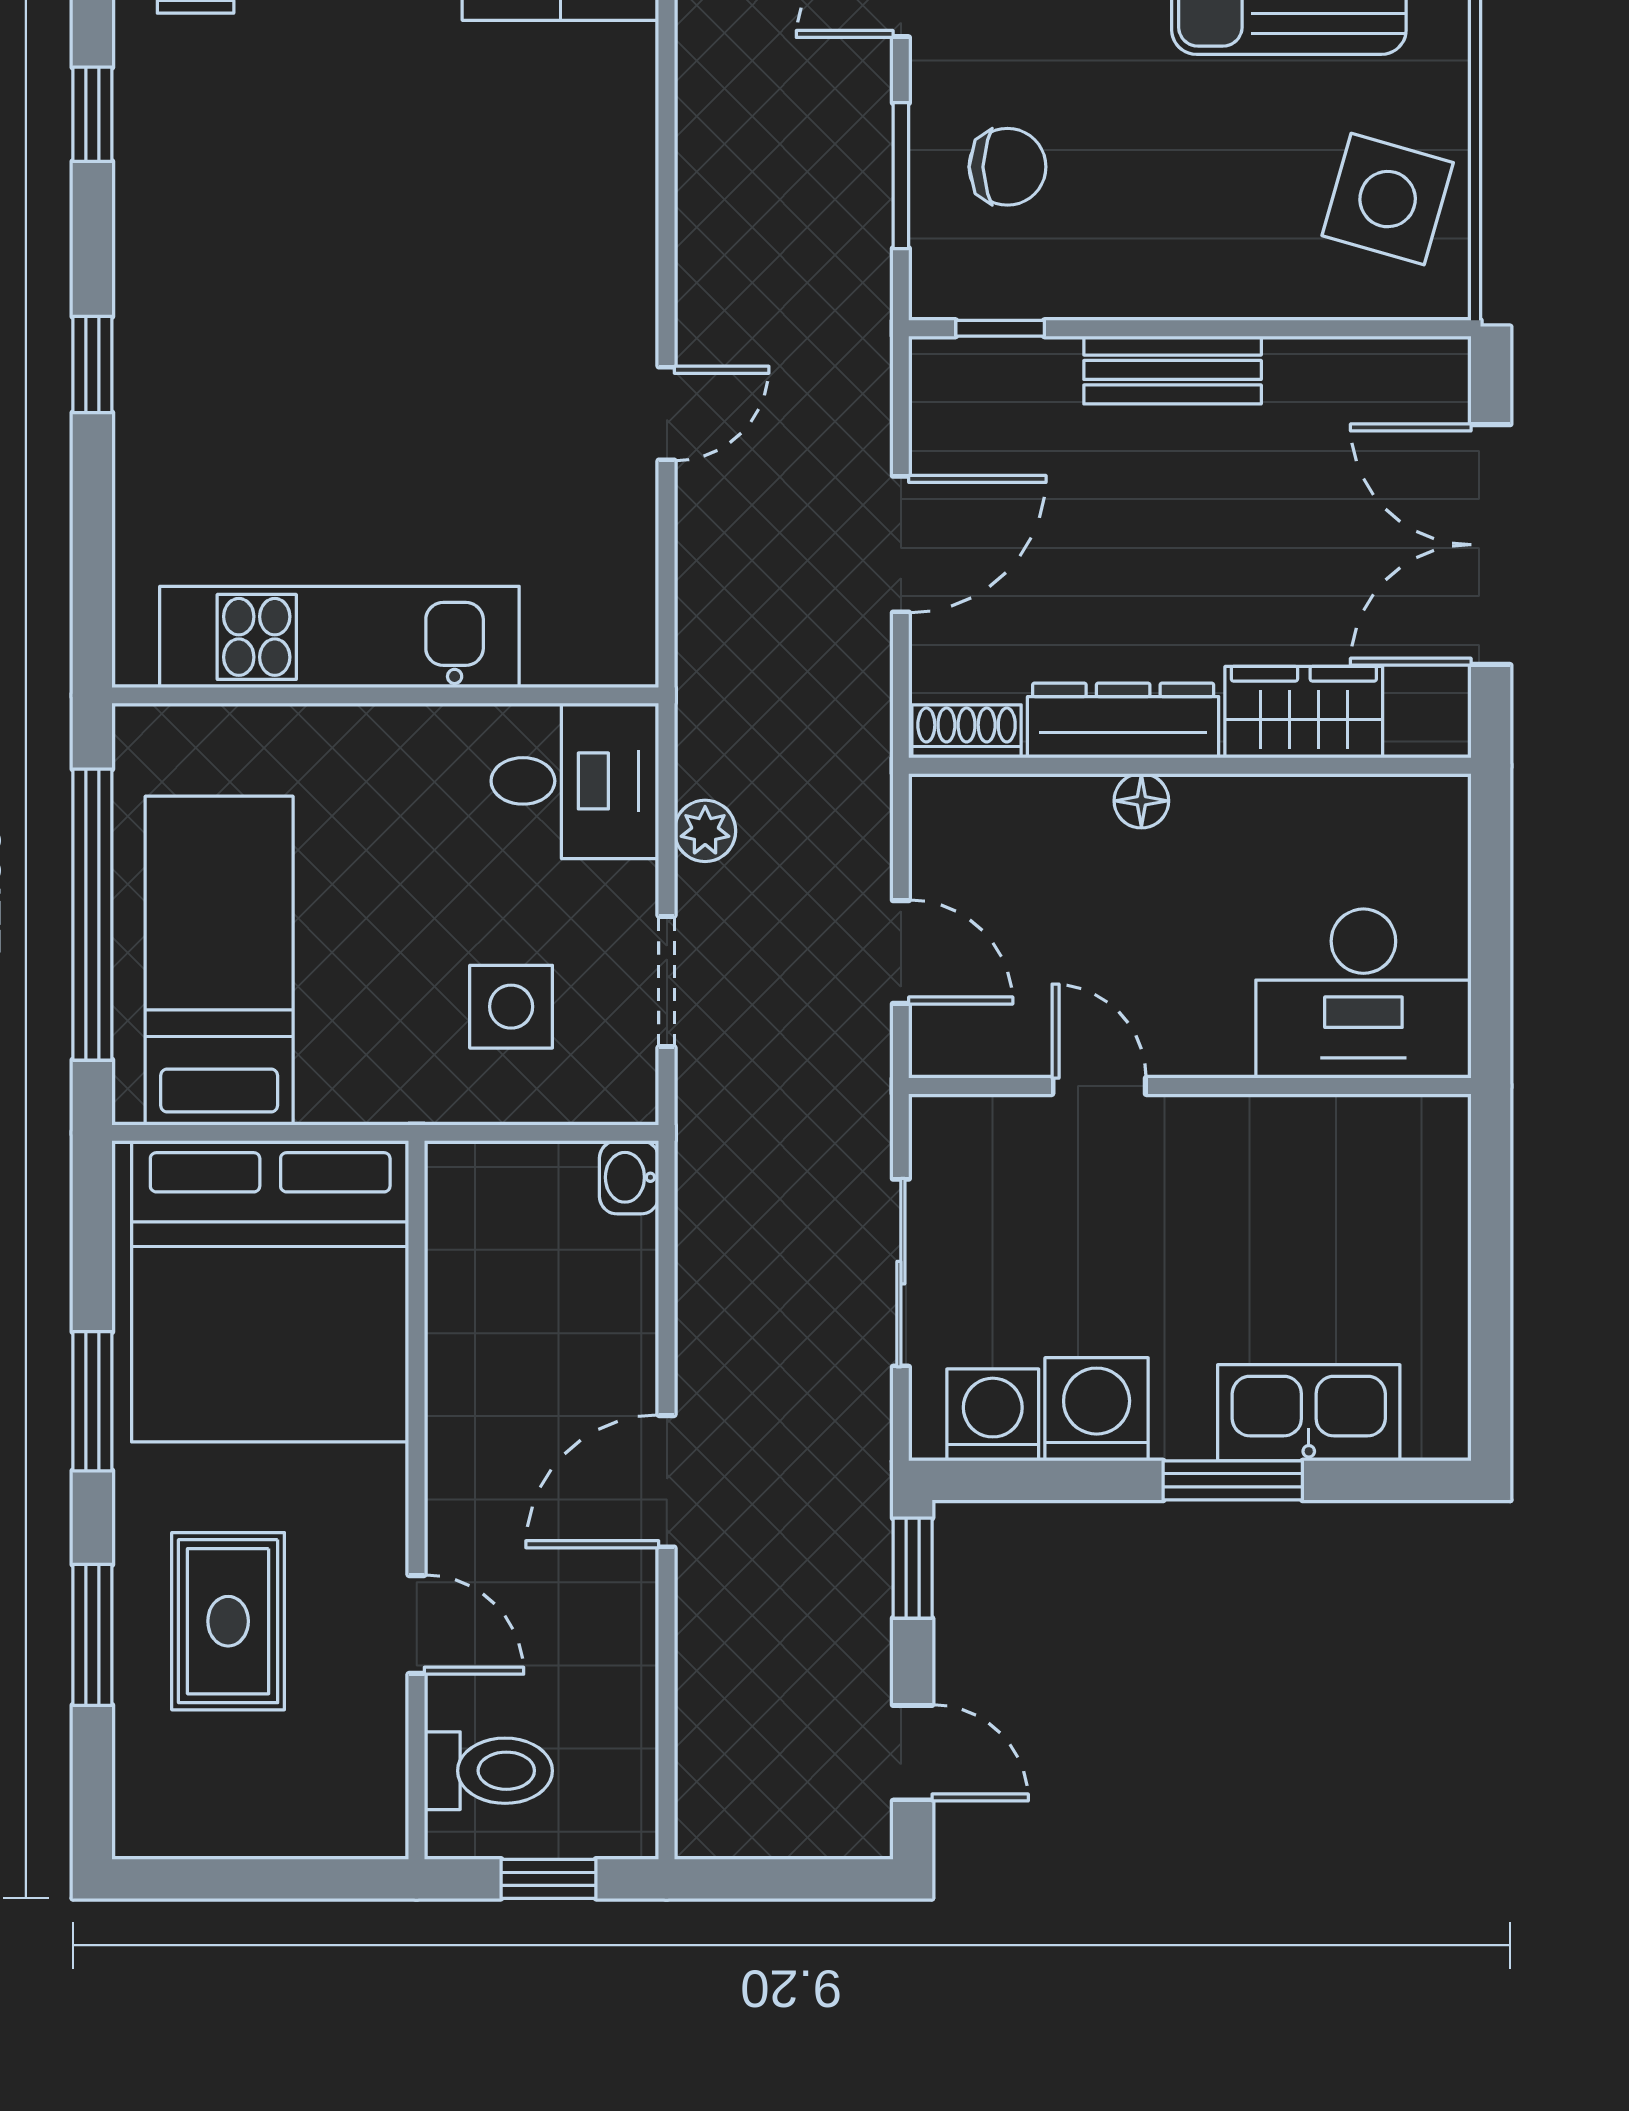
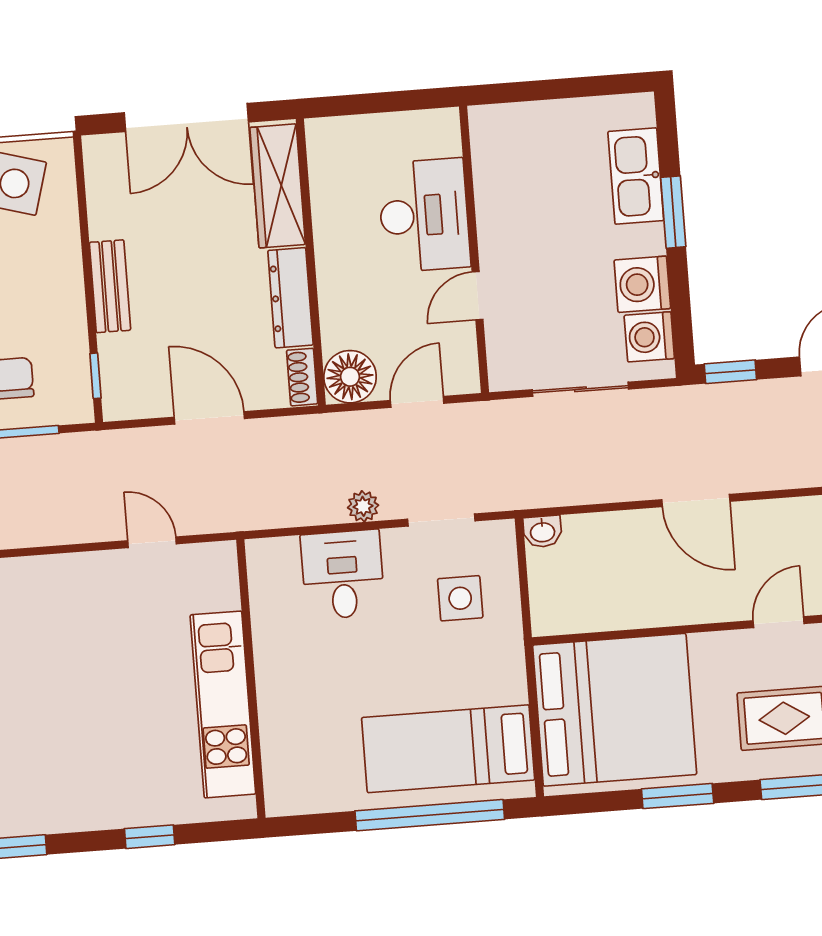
kitchen unit: (339, 637) -> (223, 704), moved
wall: (385, 695) -> (251, 679), moved
wardrobe: (1304, 712) -> (278, 186), width x1.50
floor lamp: (1141, 801) -> (350, 377), moved, width x1.89, depth x1.89
desk: (1363, 994) -> (424, 215), moved

